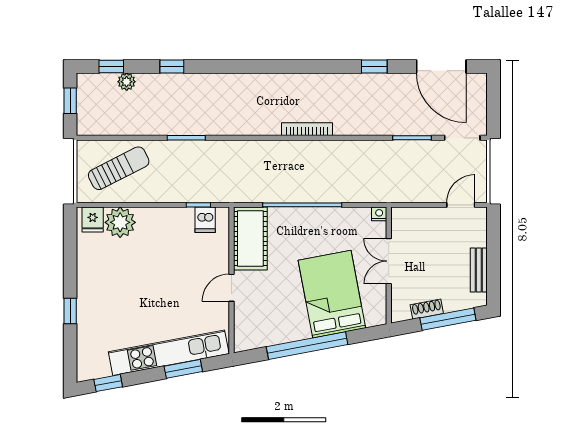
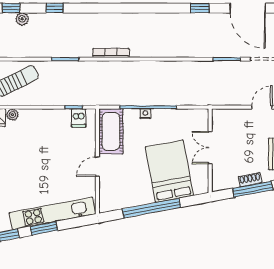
bookcase: (307, 129) -> (111, 53), moved
nightstand: (379, 214) -> (145, 114), moved
plant: (120, 222) -> (12, 115), width x0.53, depth x0.53
shoe rack: (427, 309) -> (250, 180), moved
window: (183, 369) -> (44, 228), moved

